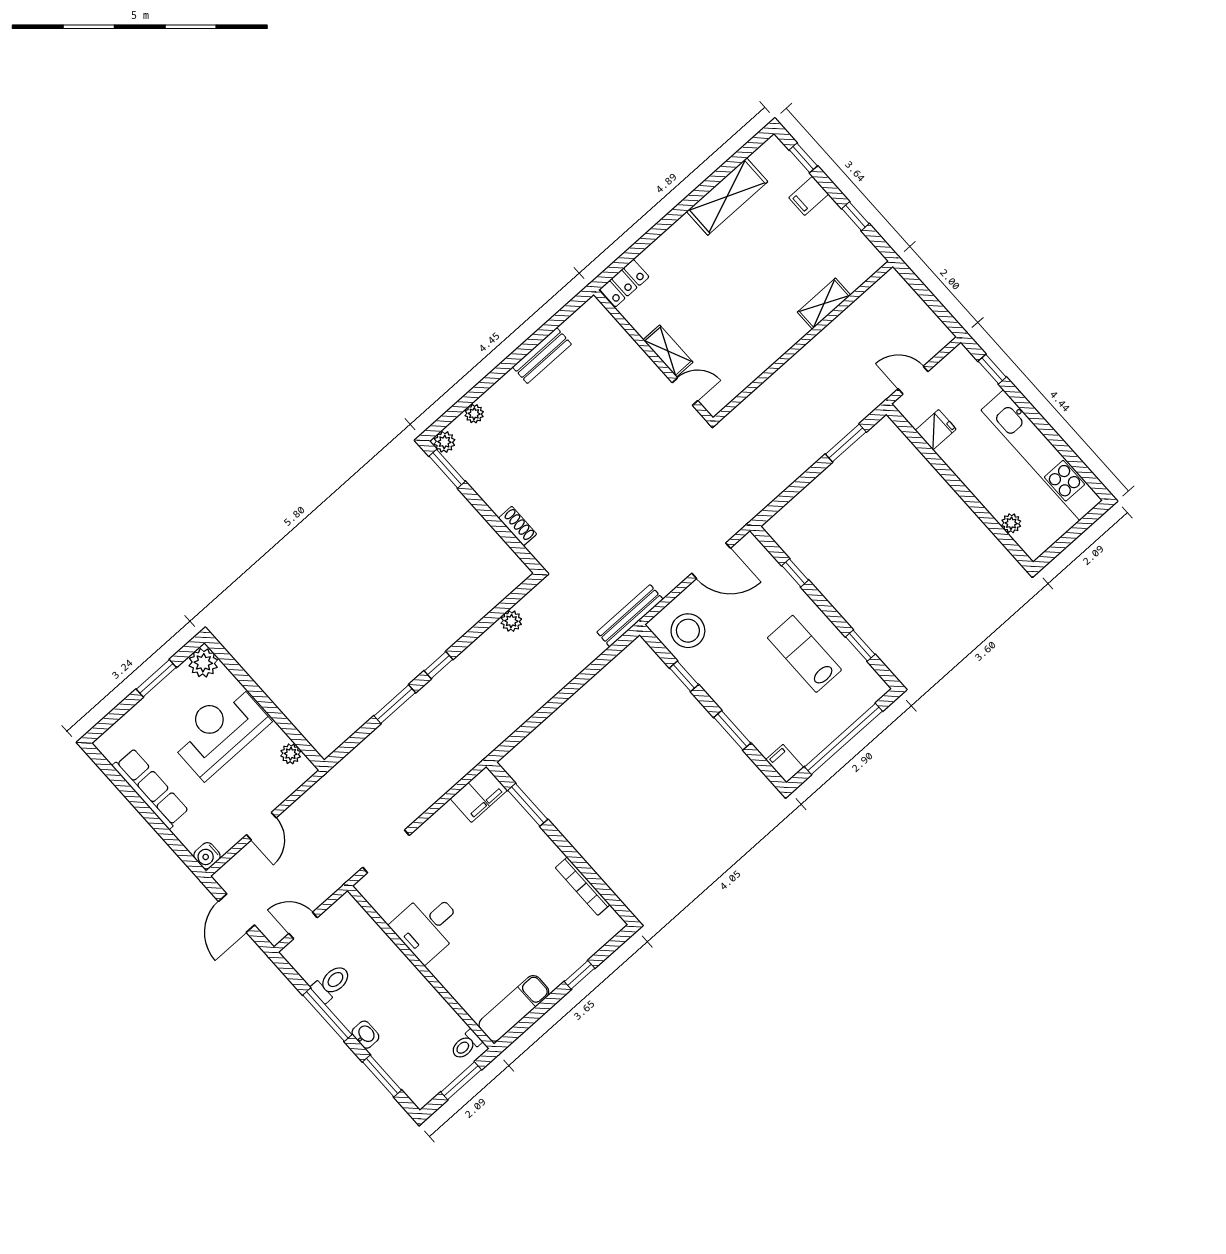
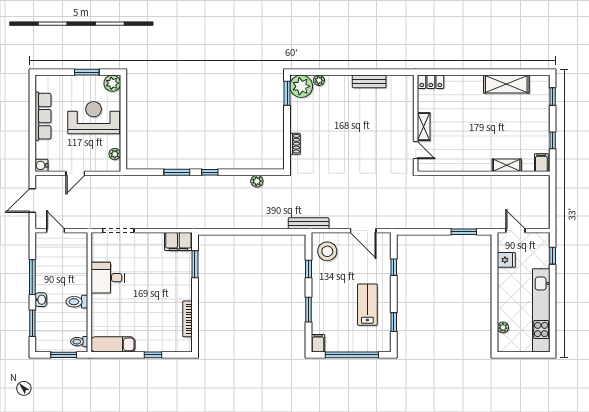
filing cabinet: (809, 196) -> (541, 163), moved, turned 90
plant: (444, 442) -> (301, 86), width x1.88, depth x1.88
toilet: (331, 983) -> (77, 302), moved, turned 180

